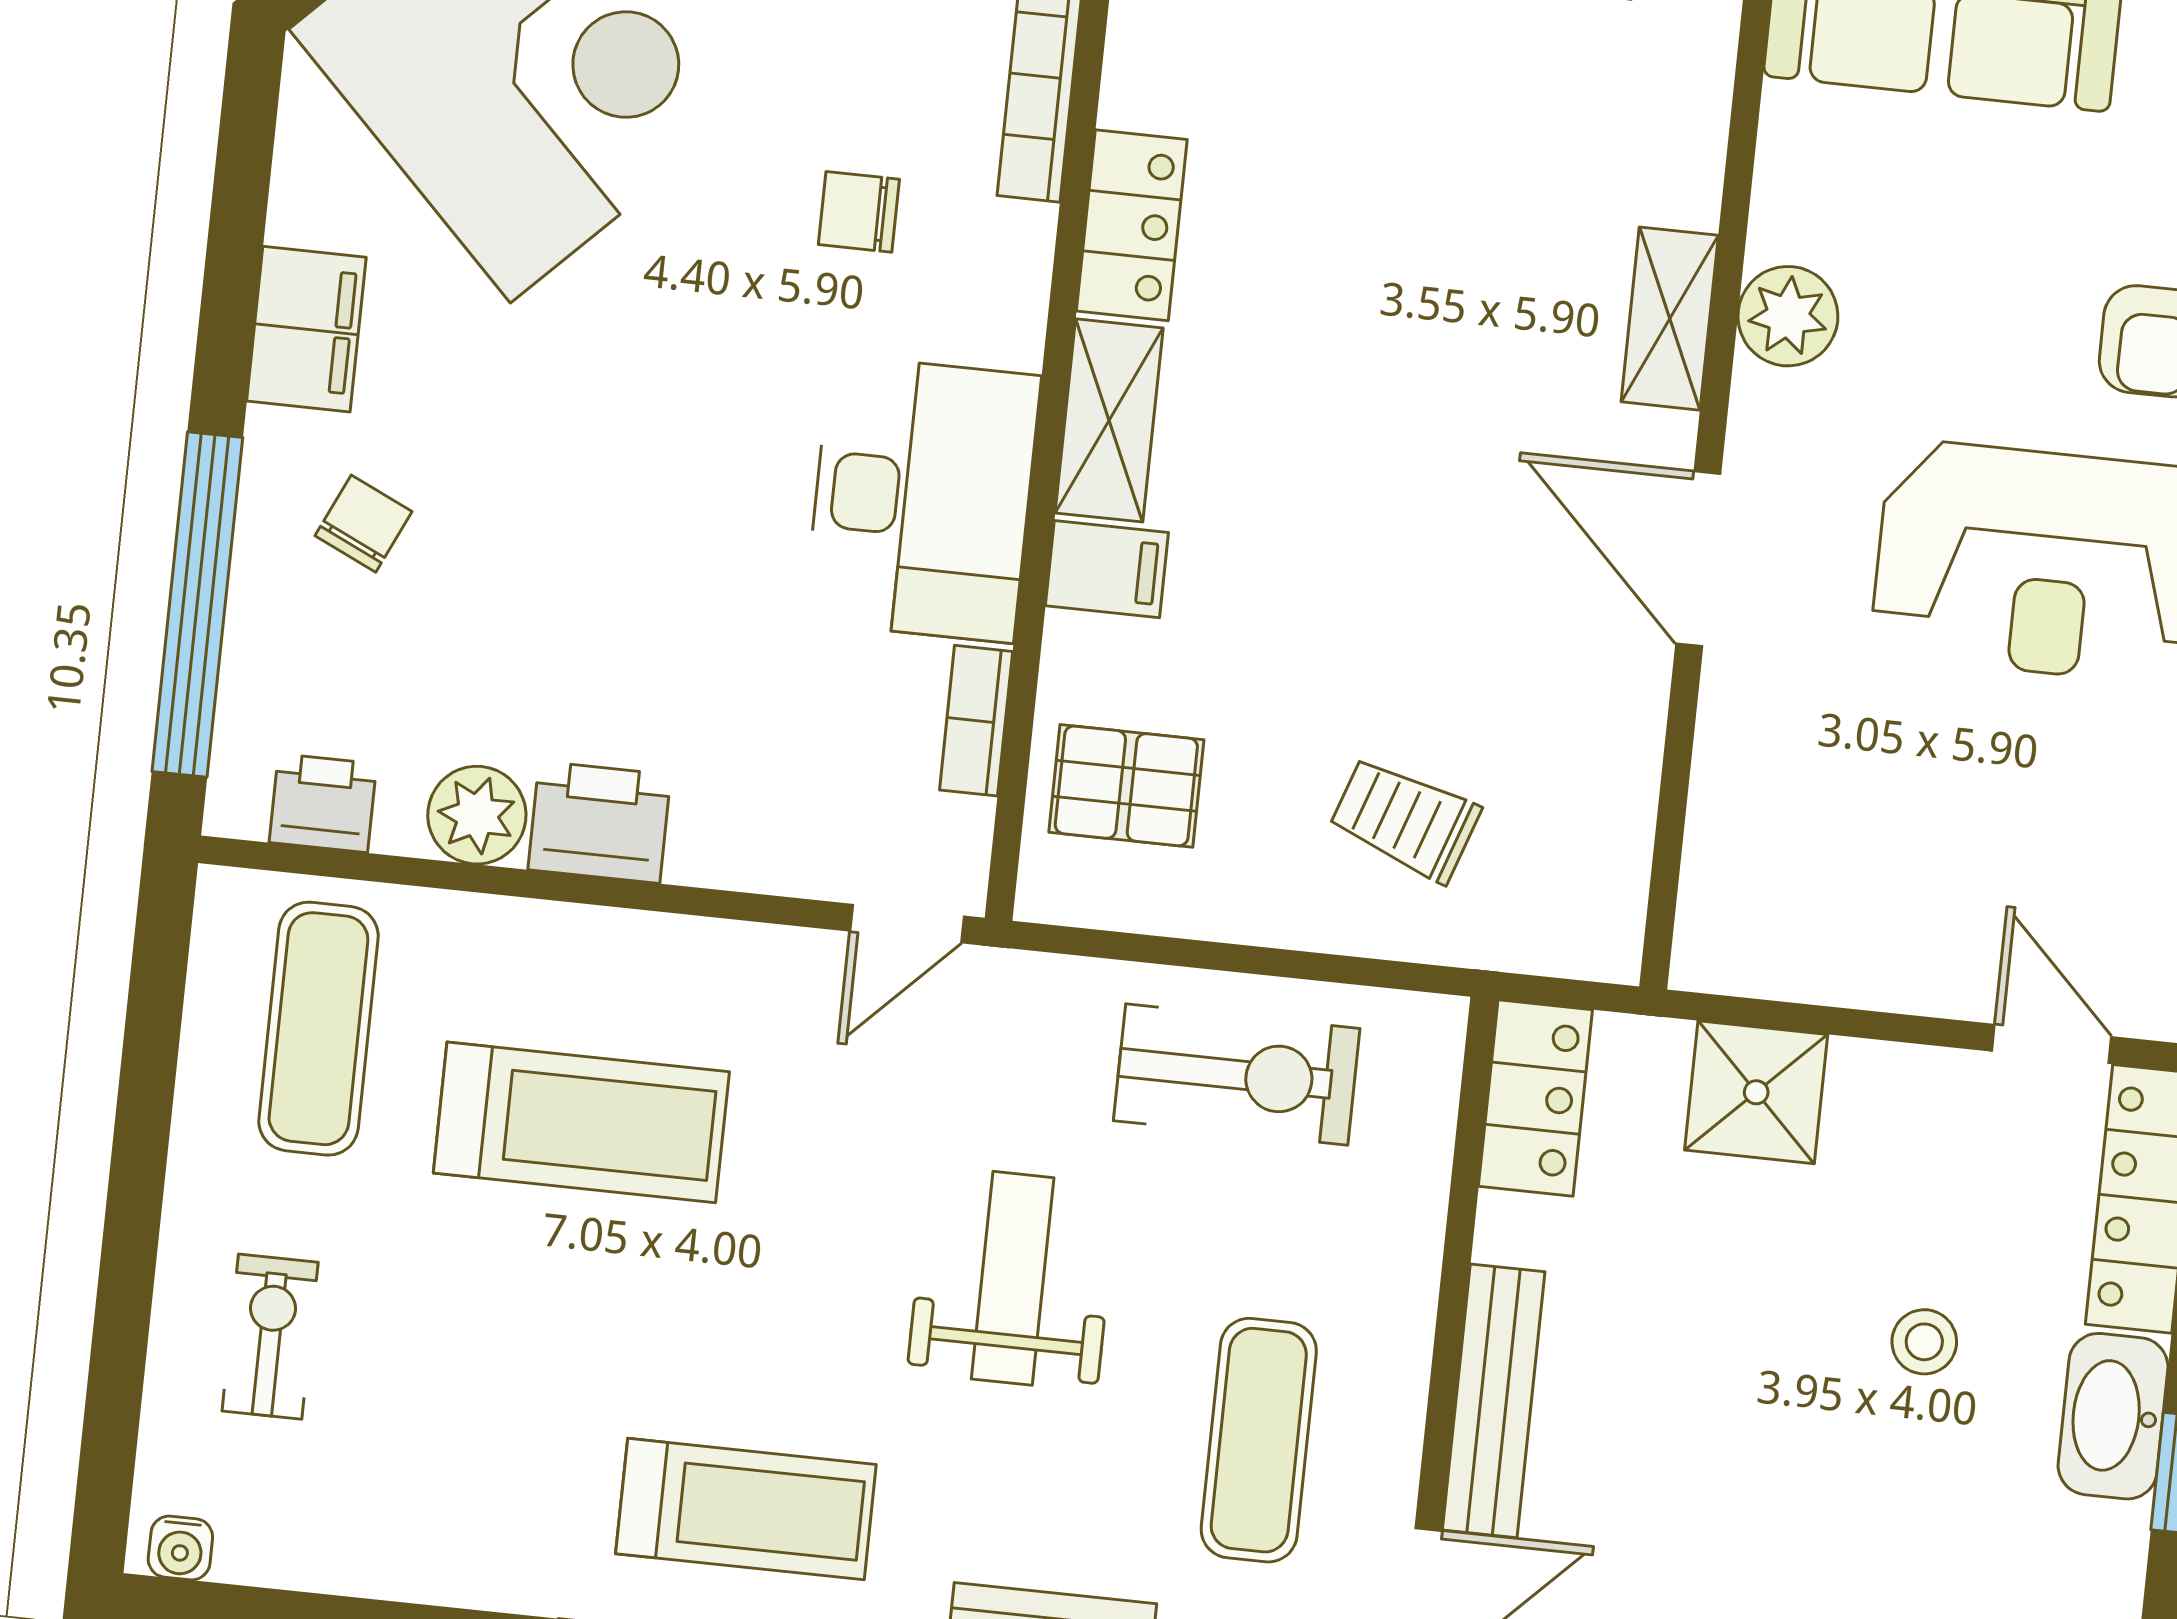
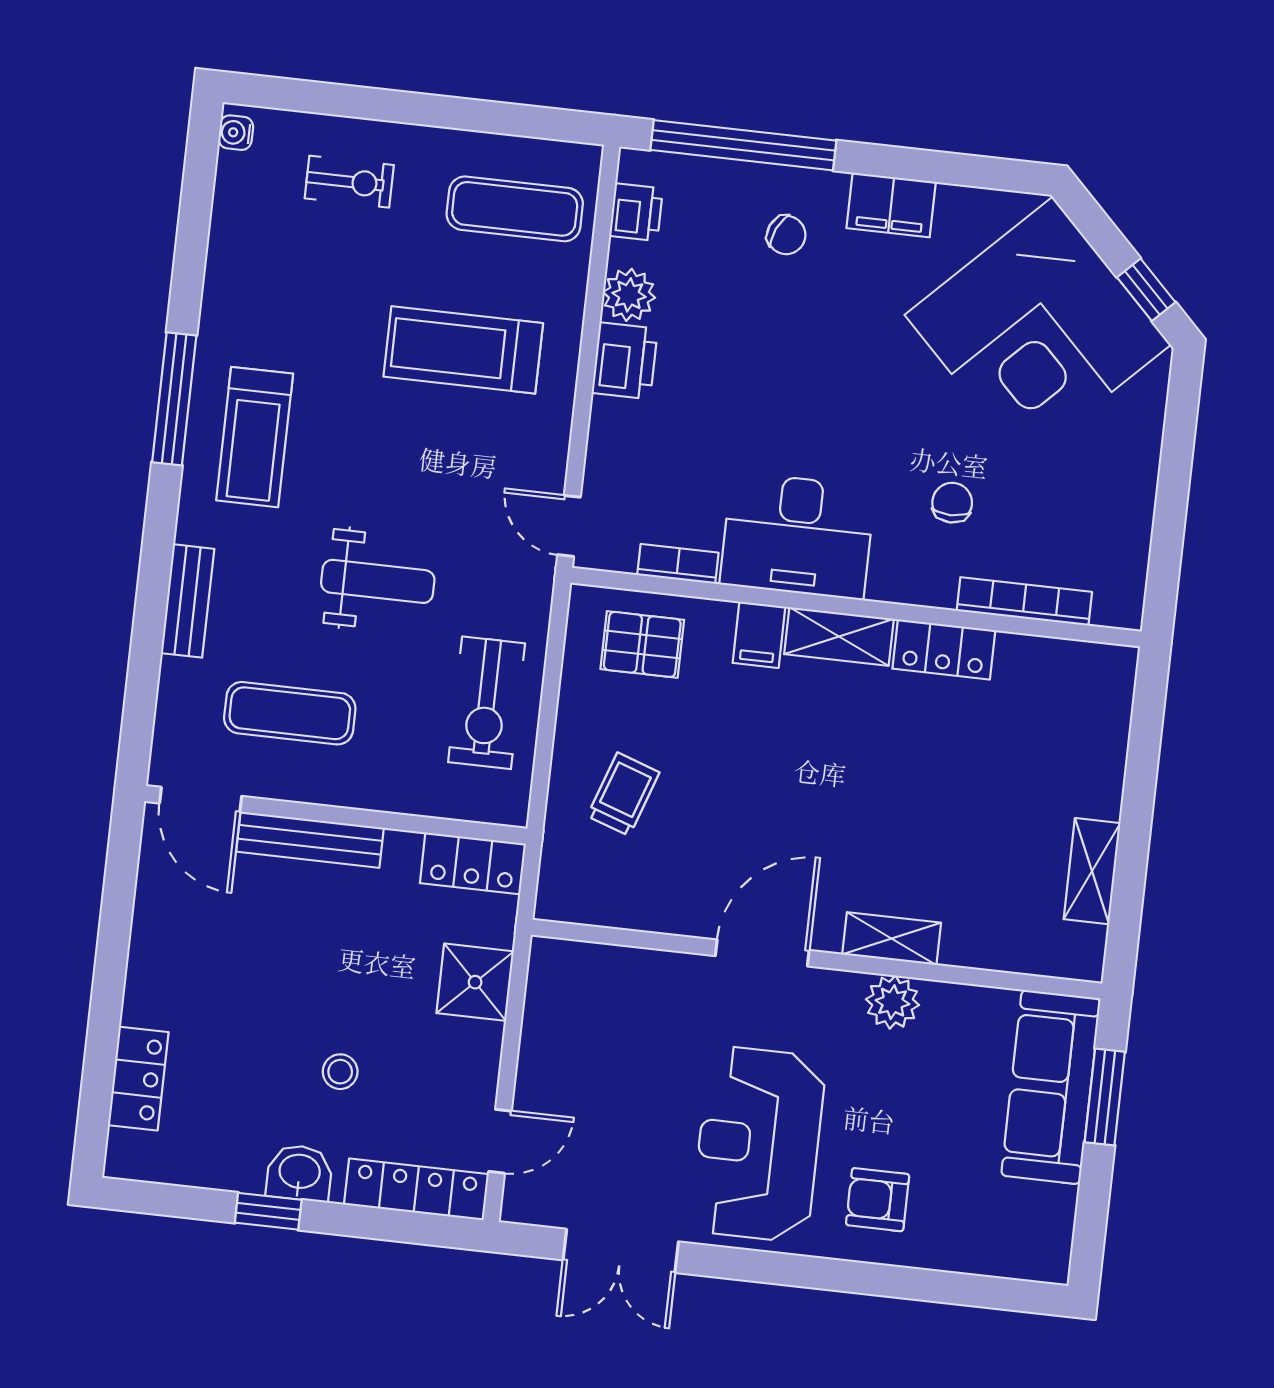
pallet: (1126, 786) -> (642, 644), turned 90
treadmill: (581, 1122) -> (463, 350), turned 90
washbasin: (2113, 1416) -> (299, 1173), width x0.72

